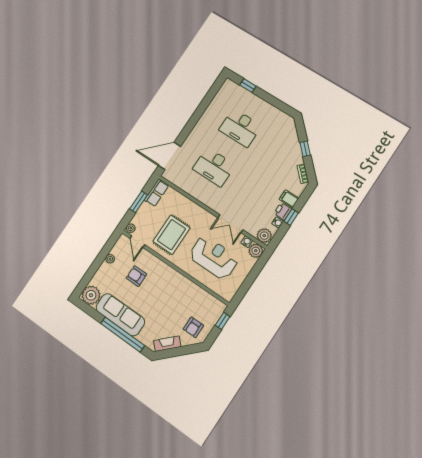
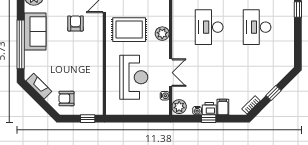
double door: (230, 224) -> (171, 73), swing flipped
plant: (256, 251) -> (162, 34), moved
sofa: (120, 315) -> (35, 32), width x0.73

